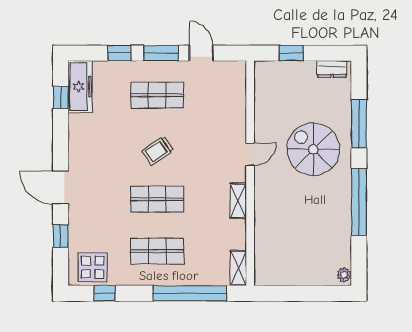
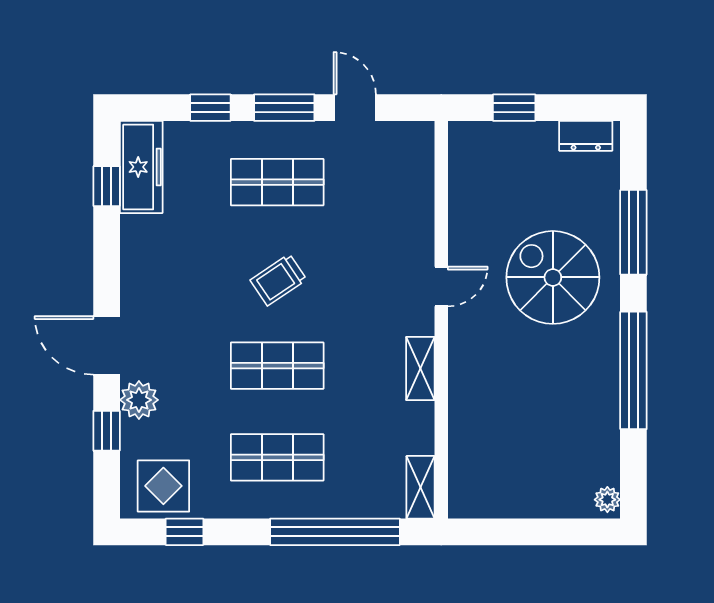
plant: (79, 219) -> (139, 400), added

